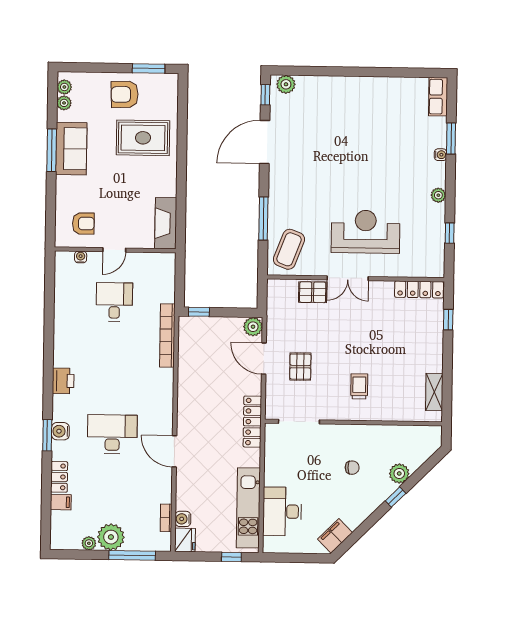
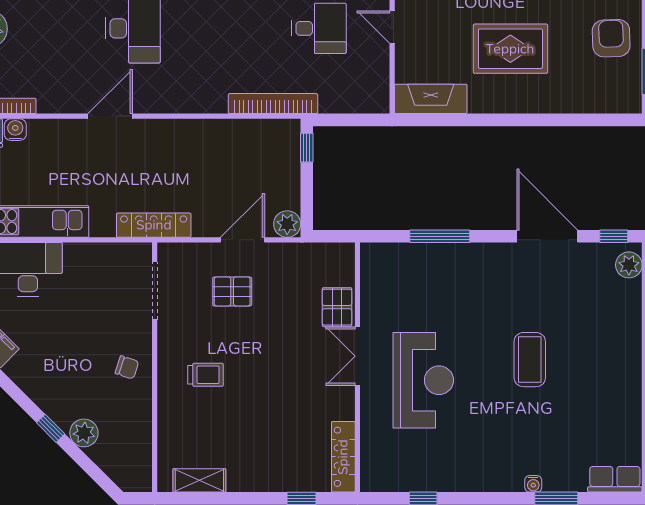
rug: (143, 138) -> (510, 49), moved, turned 90
plant: (438, 195) -> (476, 482), removed
coffee table: (289, 249) -> (530, 360), moved, turned 69
chair: (352, 468) -> (127, 367), moved, turned -72

